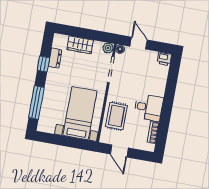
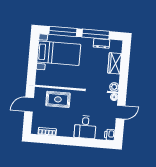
window: (43, 64) -> (96, 34), width x2.17
desk: (149, 107) -> (85, 127), moved
bed with nightstands: (80, 113) -> (59, 53), moved

